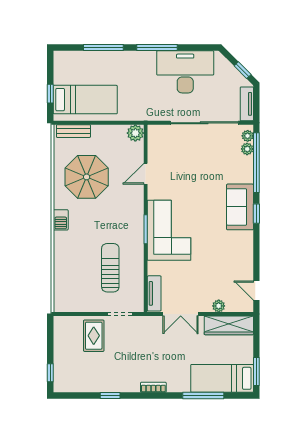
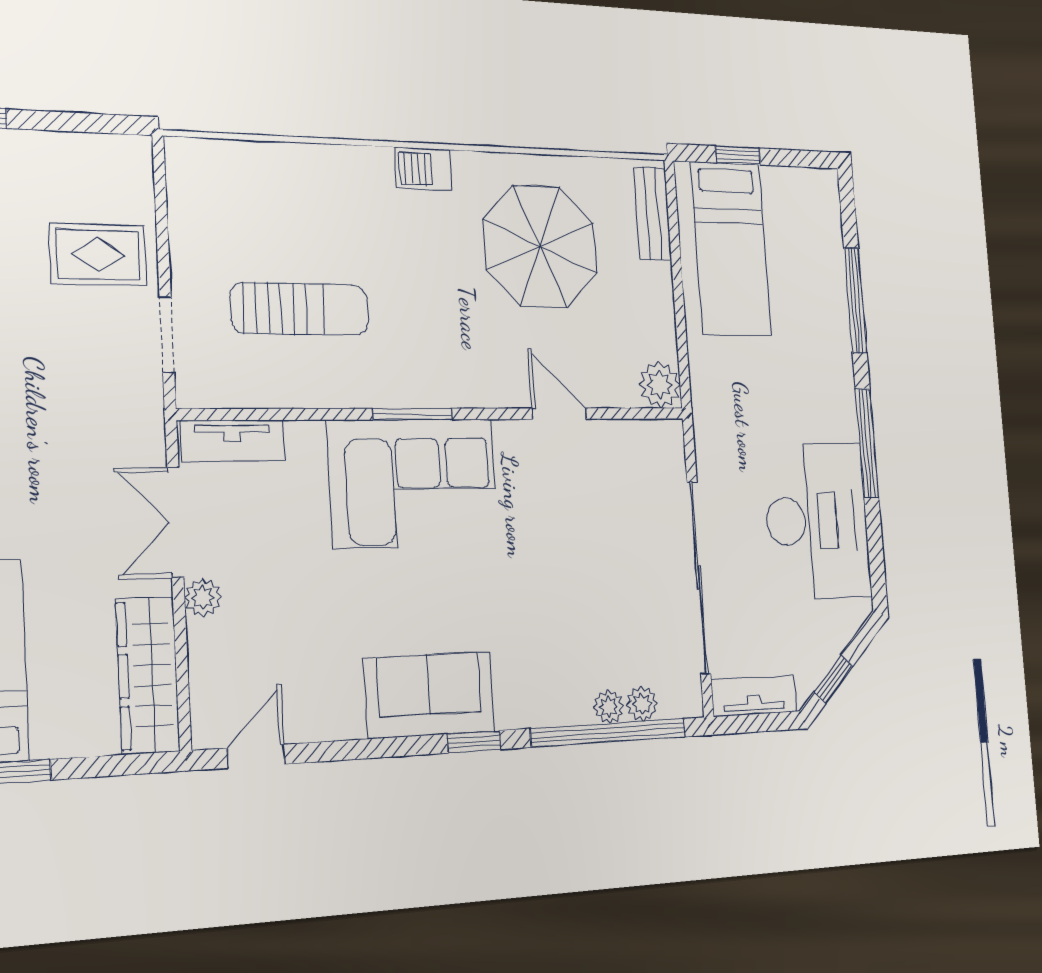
plant: (248, 136) -> (609, 707), moved
sofa: (240, 207) -> (429, 695), moved
plant: (219, 306) -> (203, 597), moved

